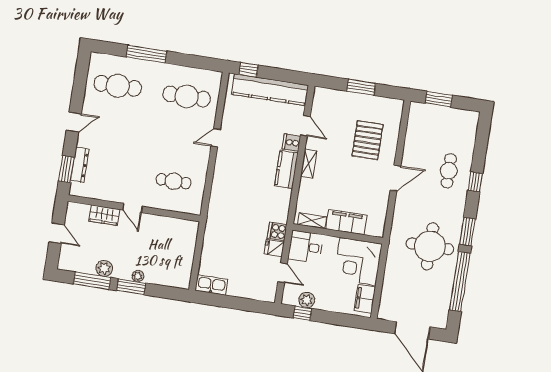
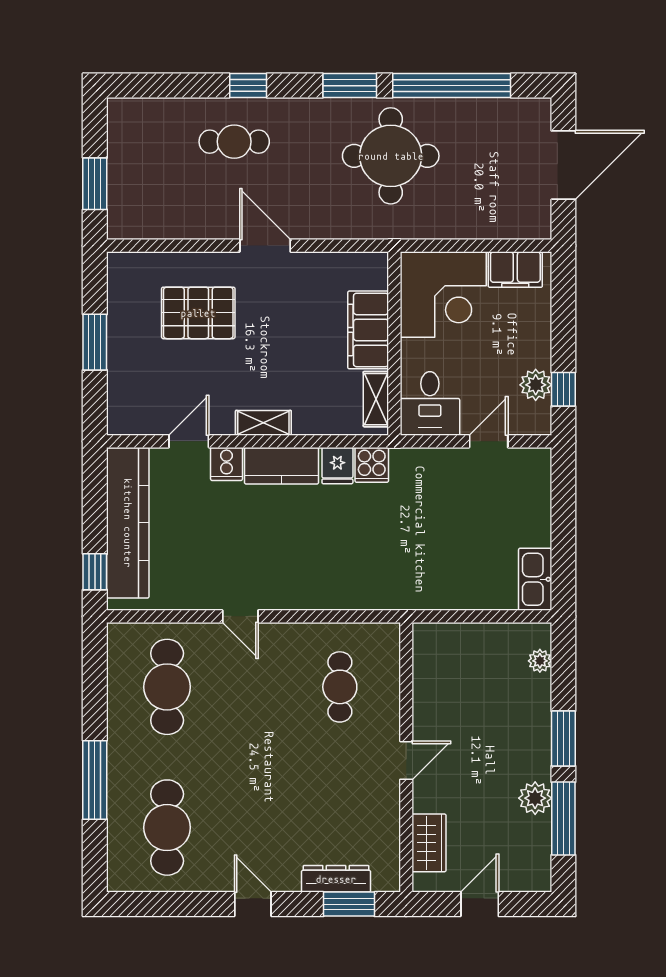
wardrobe: (104, 215) -> (429, 843), moved
cooker: (277, 231) -> (372, 465), moved
fridge: (274, 248) -> (337, 466), moved
plant: (138, 276) -> (540, 661), moved

